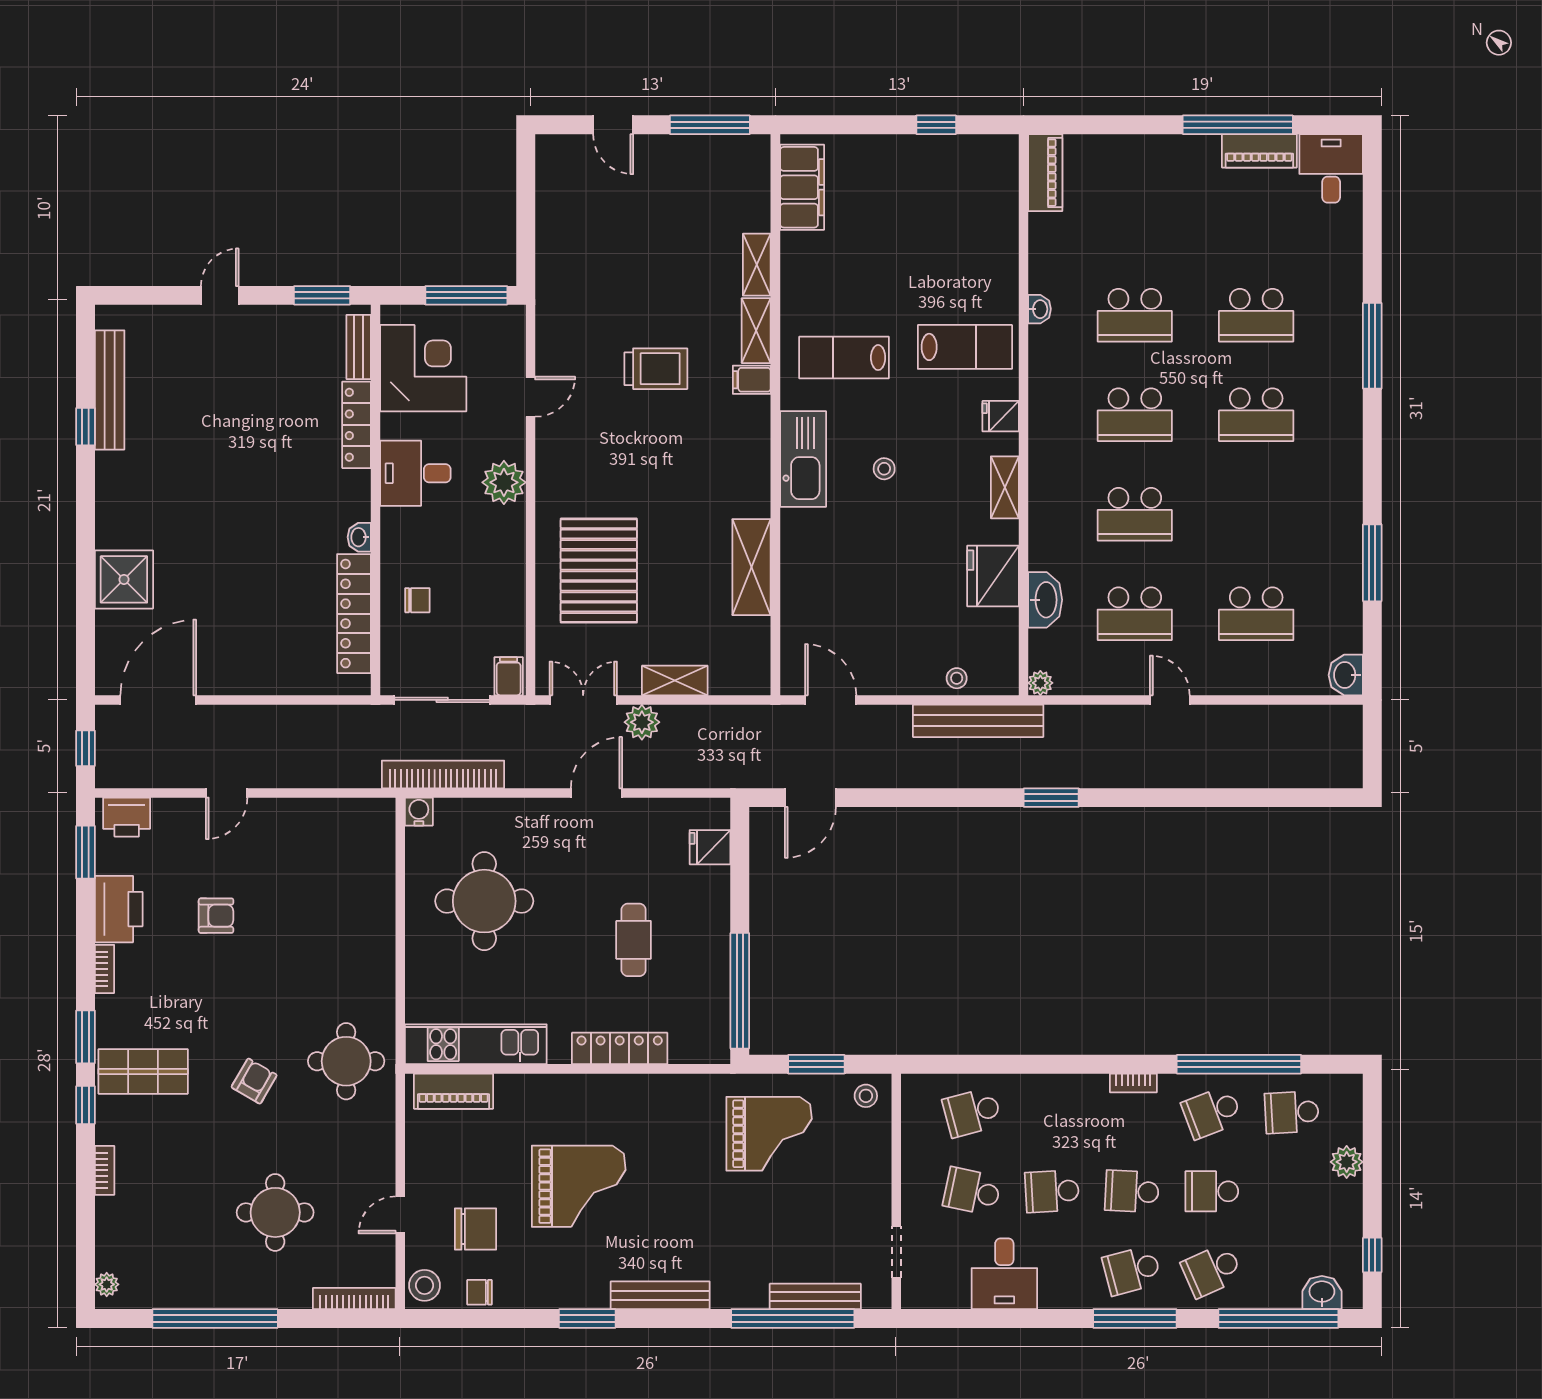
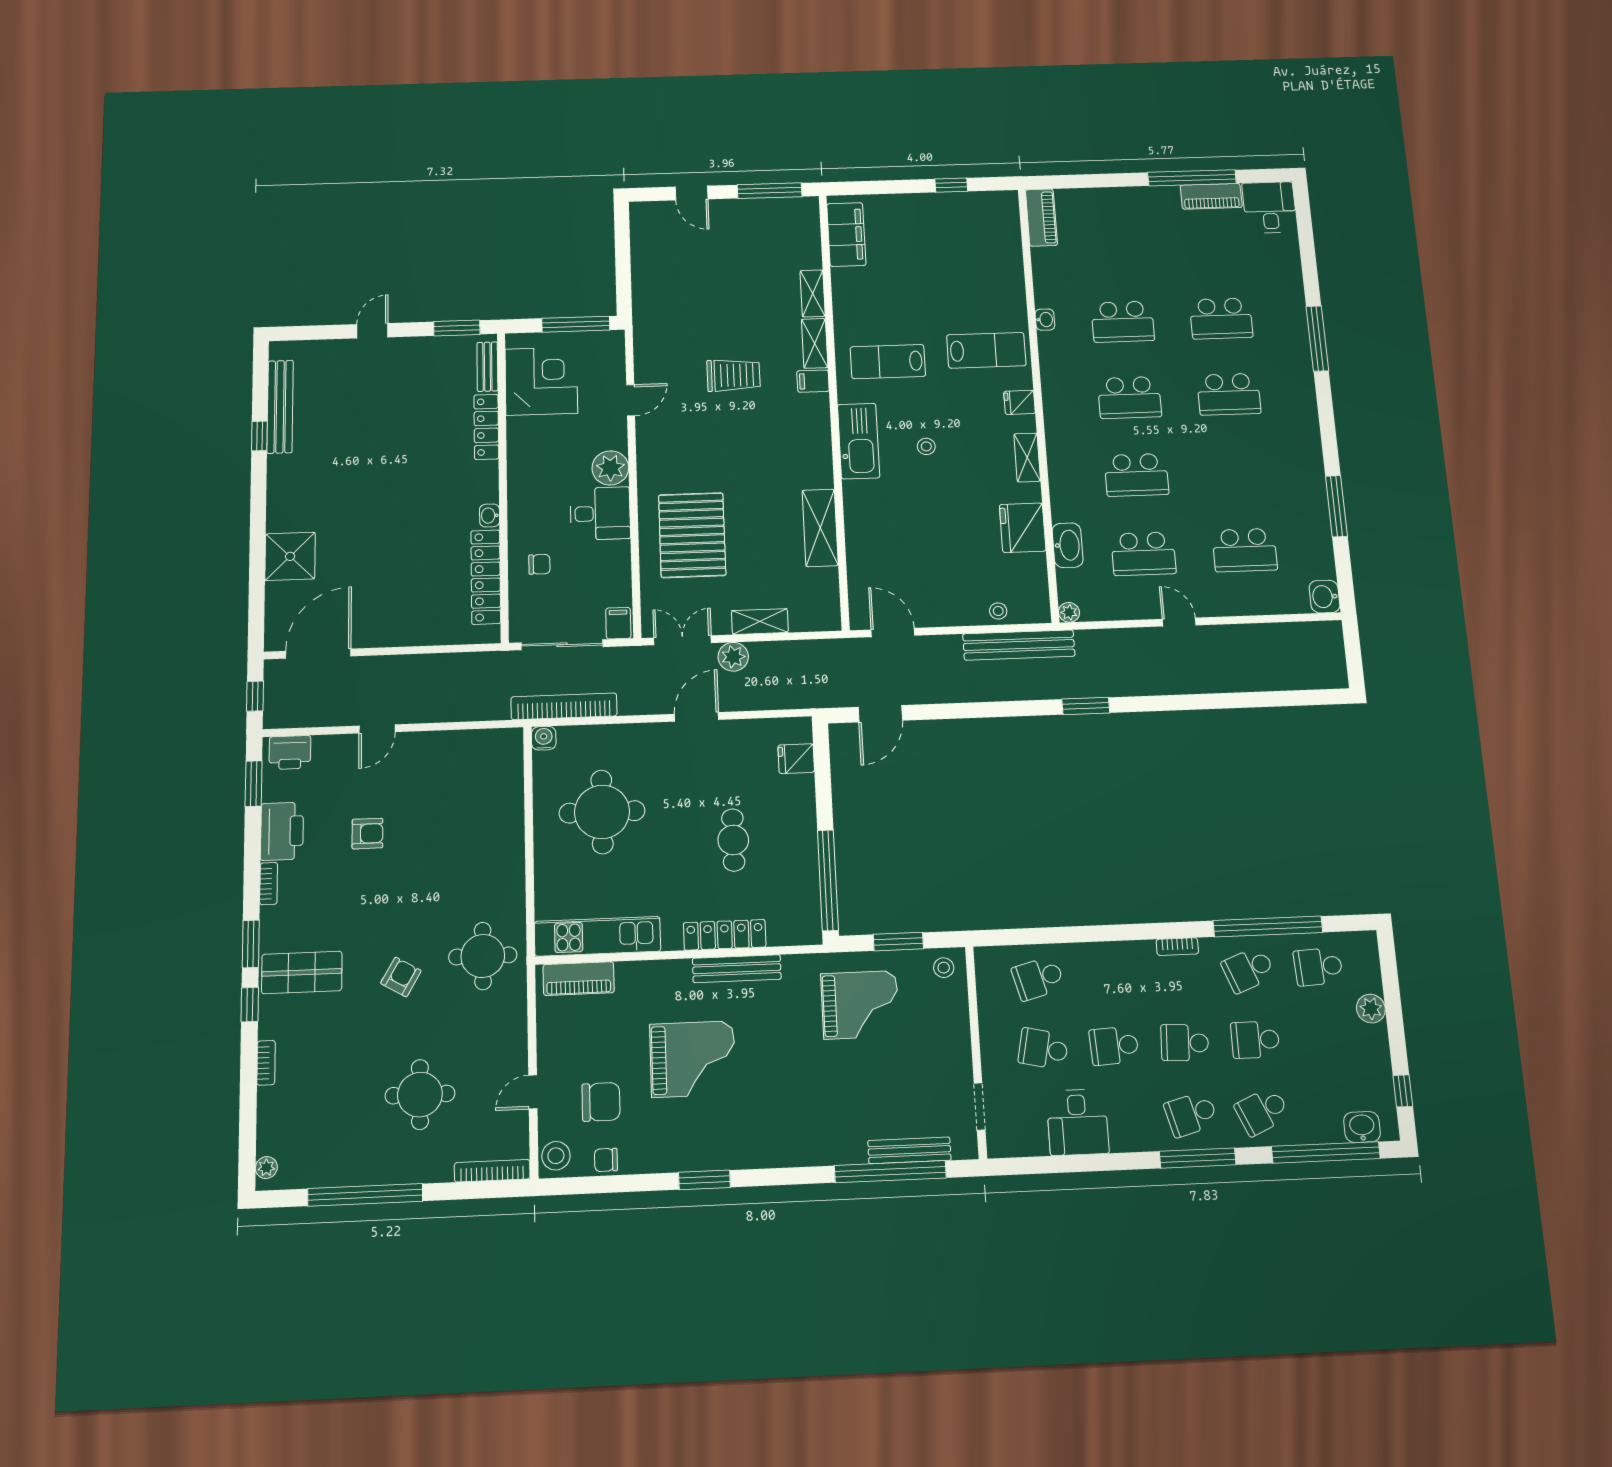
desk: (415, 473) -> (600, 513), moved, turned 180
bench: (660, 1295) -> (737, 969), moved

